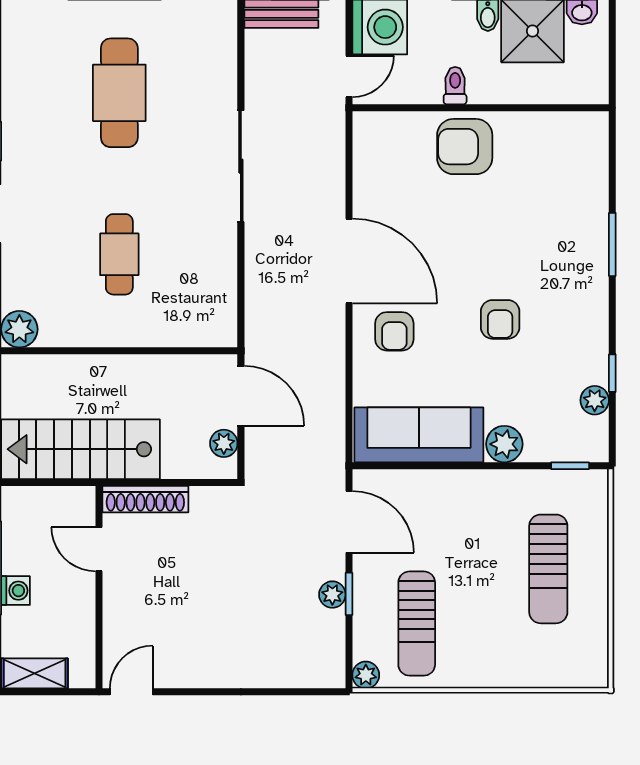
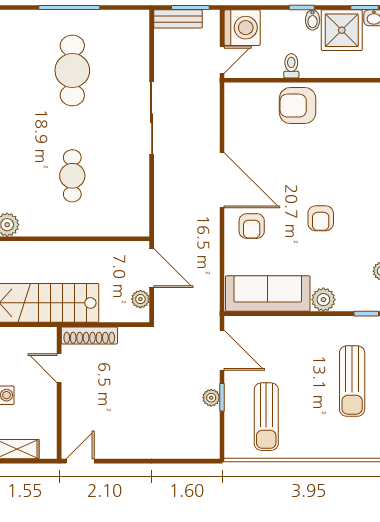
plant: (366, 675) -> (233, 450), removed

